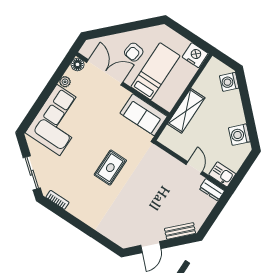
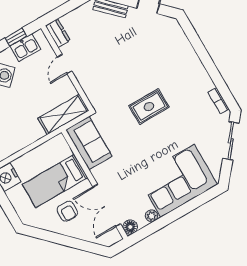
armchair: (134, 52) -> (67, 211), turned 83
shelving: (186, 111) -> (63, 114), moved
window: (244, 170) -> (16, 37), added
kitchen sink: (222, 174) -> (25, 48), moved, turned -90

